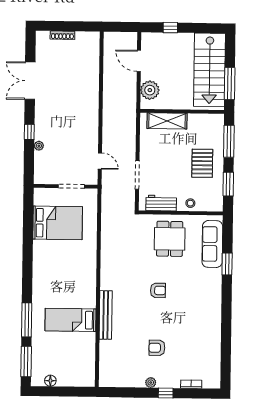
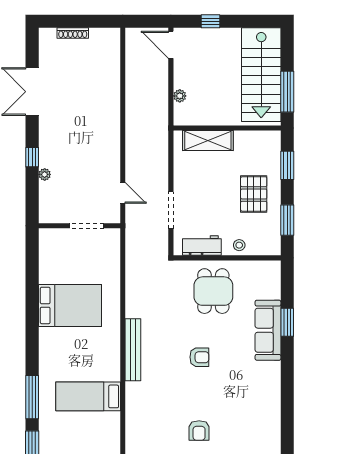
door: (139, 61) -> (171, 45), moved
plant: (150, 90) -> (180, 96), width x0.53, depth x0.53
window: (229, 141) -> (287, 165), width x0.69
bed: (58, 223) -> (70, 305), moved
sofa: (212, 244) -> (268, 330), moved
bench: (106, 315) -> (133, 350), moved
armchair: (157, 348) -> (199, 431), turned -90

